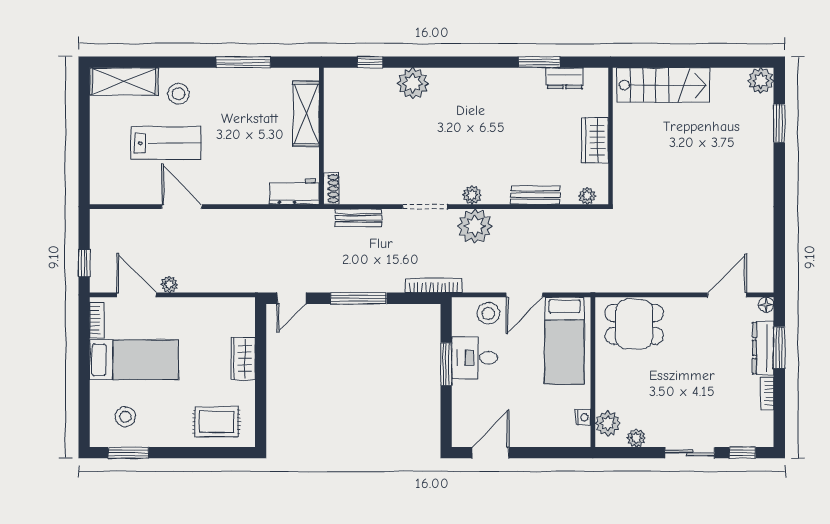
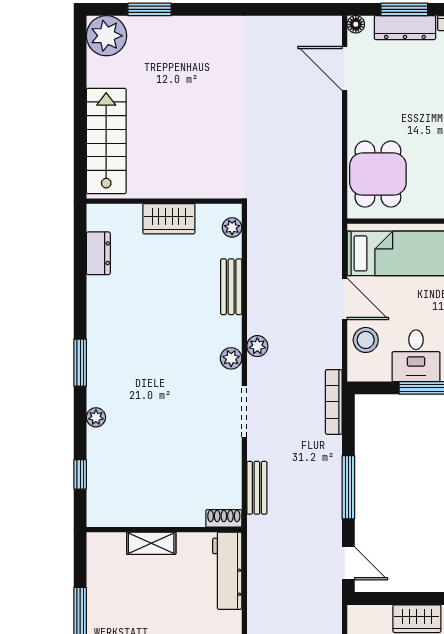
window: (539, 62) -> (80, 363), moved
plant: (761, 81) -> (106, 36), width x1.36, depth x1.36
plant: (413, 83) -> (96, 417), width x0.53, depth x0.53
shelving: (306, 114) -> (151, 543), width x0.67, depth x0.75
workbench: (294, 192) -> (227, 571), width x1.38
plant: (475, 226) -> (257, 346), width x0.53, depth x0.53

